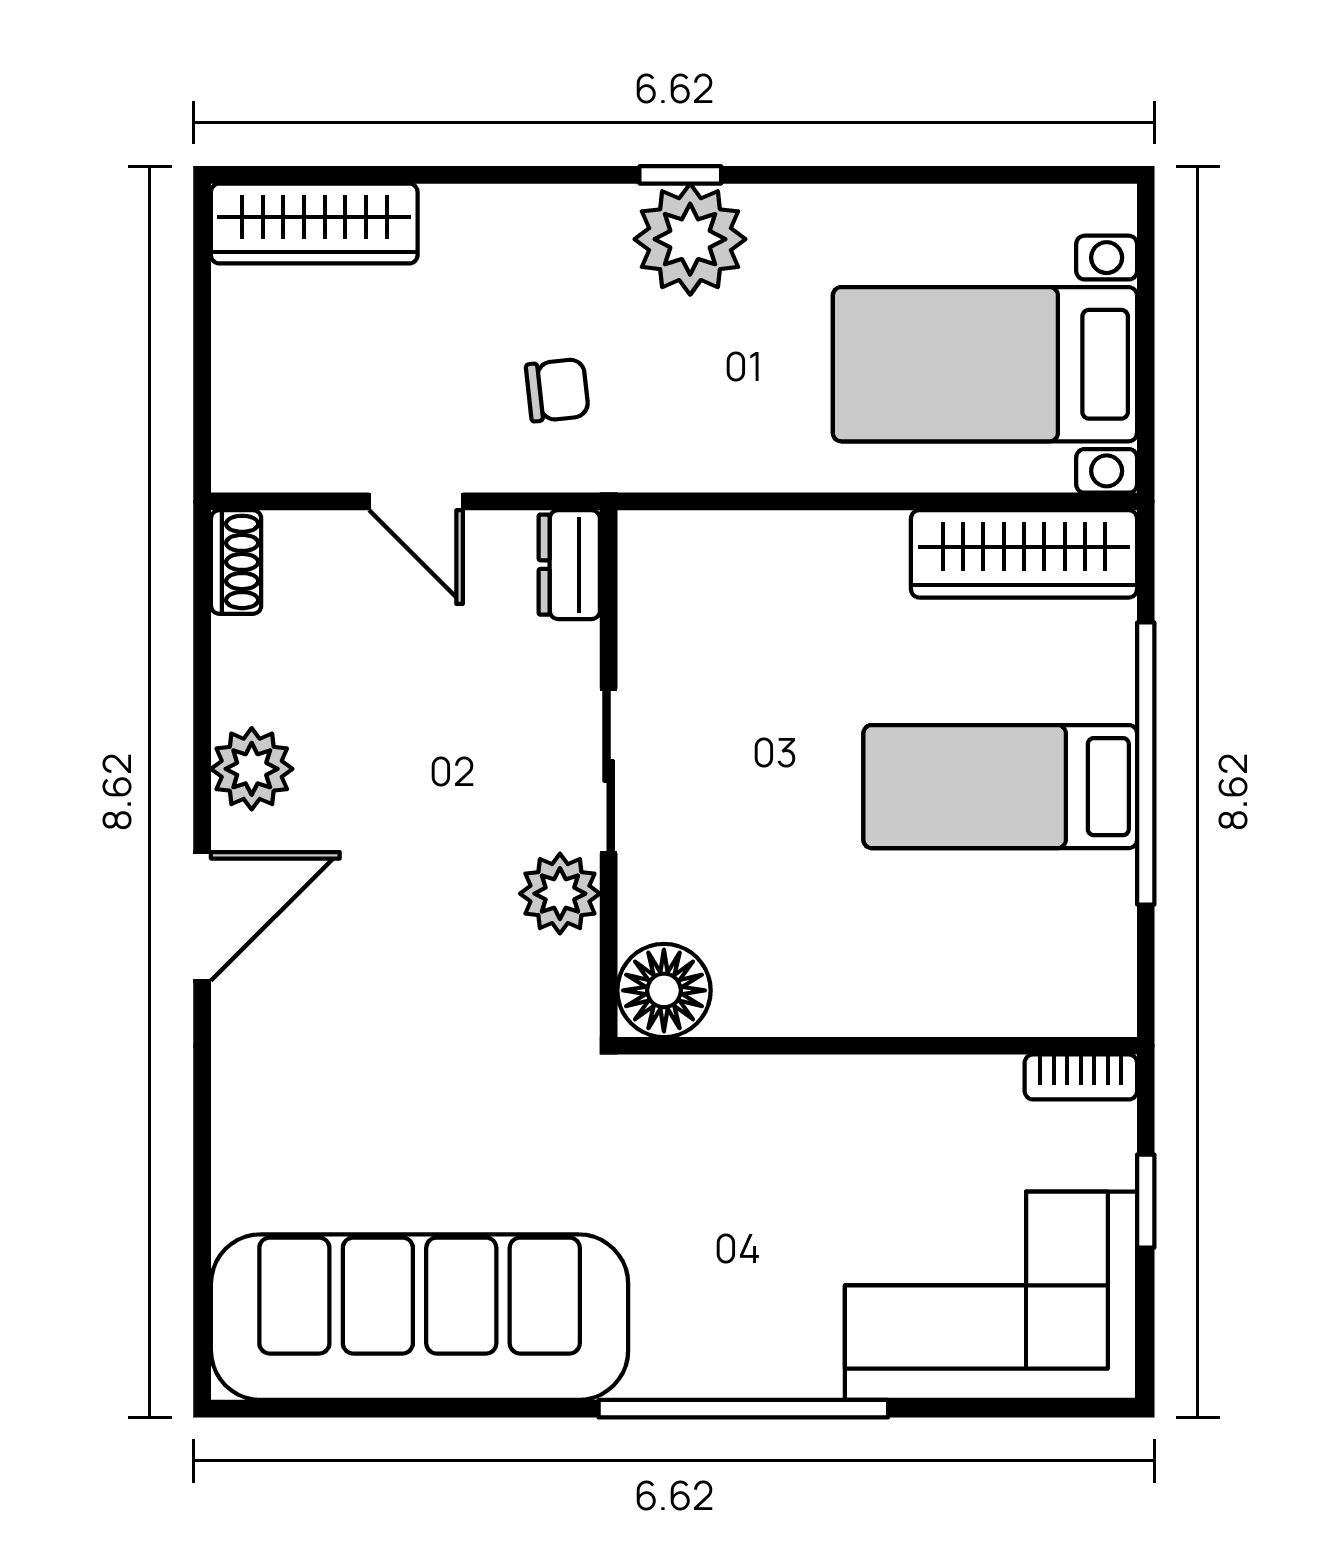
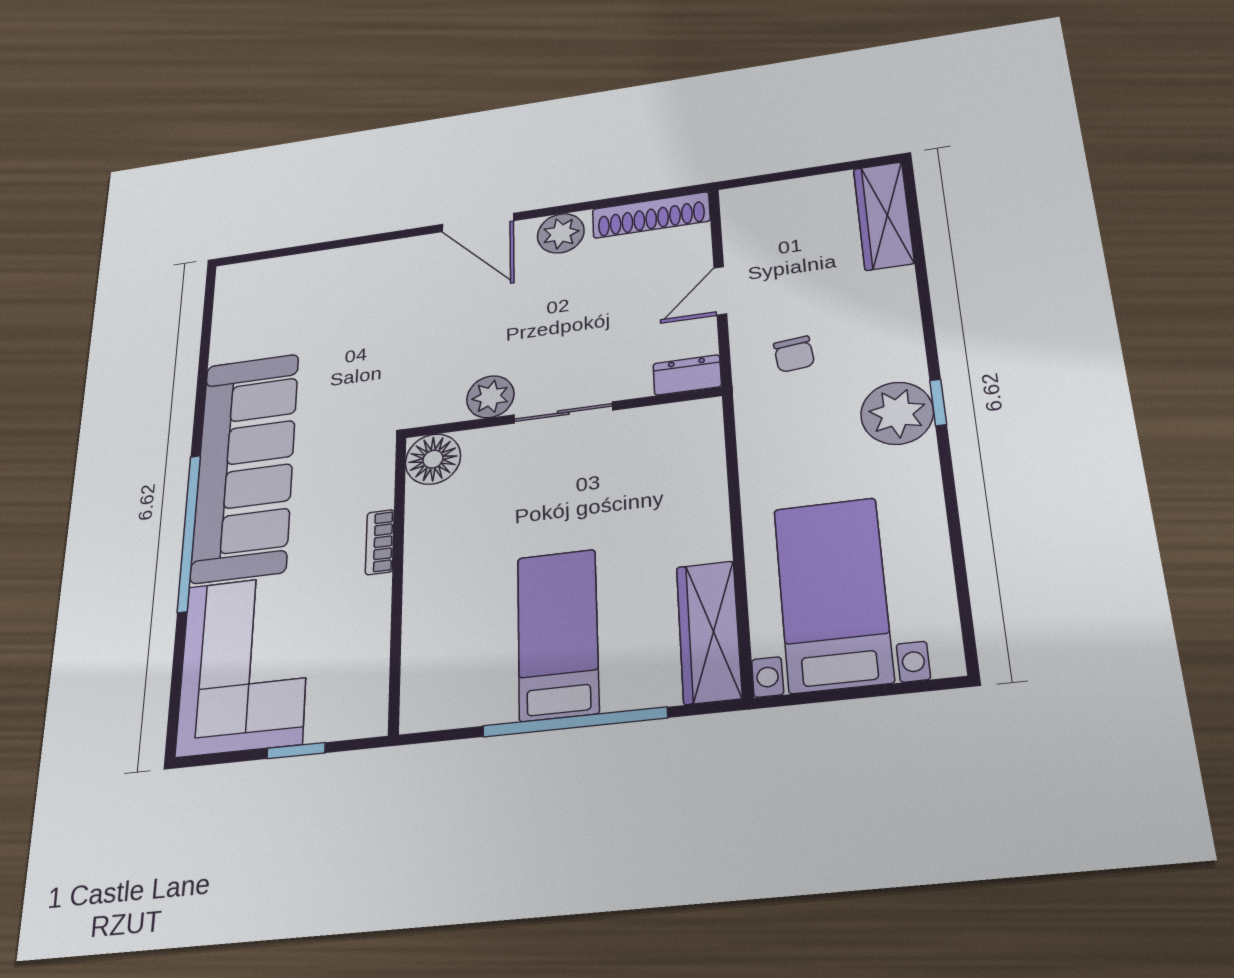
shoe rack: (236, 562) -> (651, 215), width x1.94, depth x1.24
bookcase: (1081, 1077) -> (380, 542), moved
sofa: (420, 1317) -> (245, 466), moved

